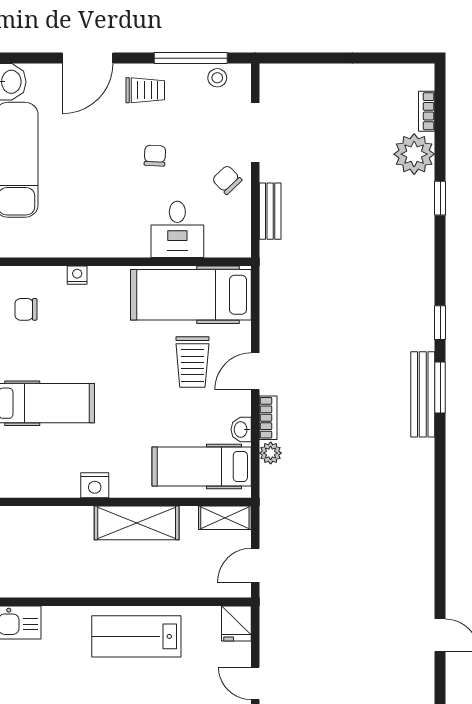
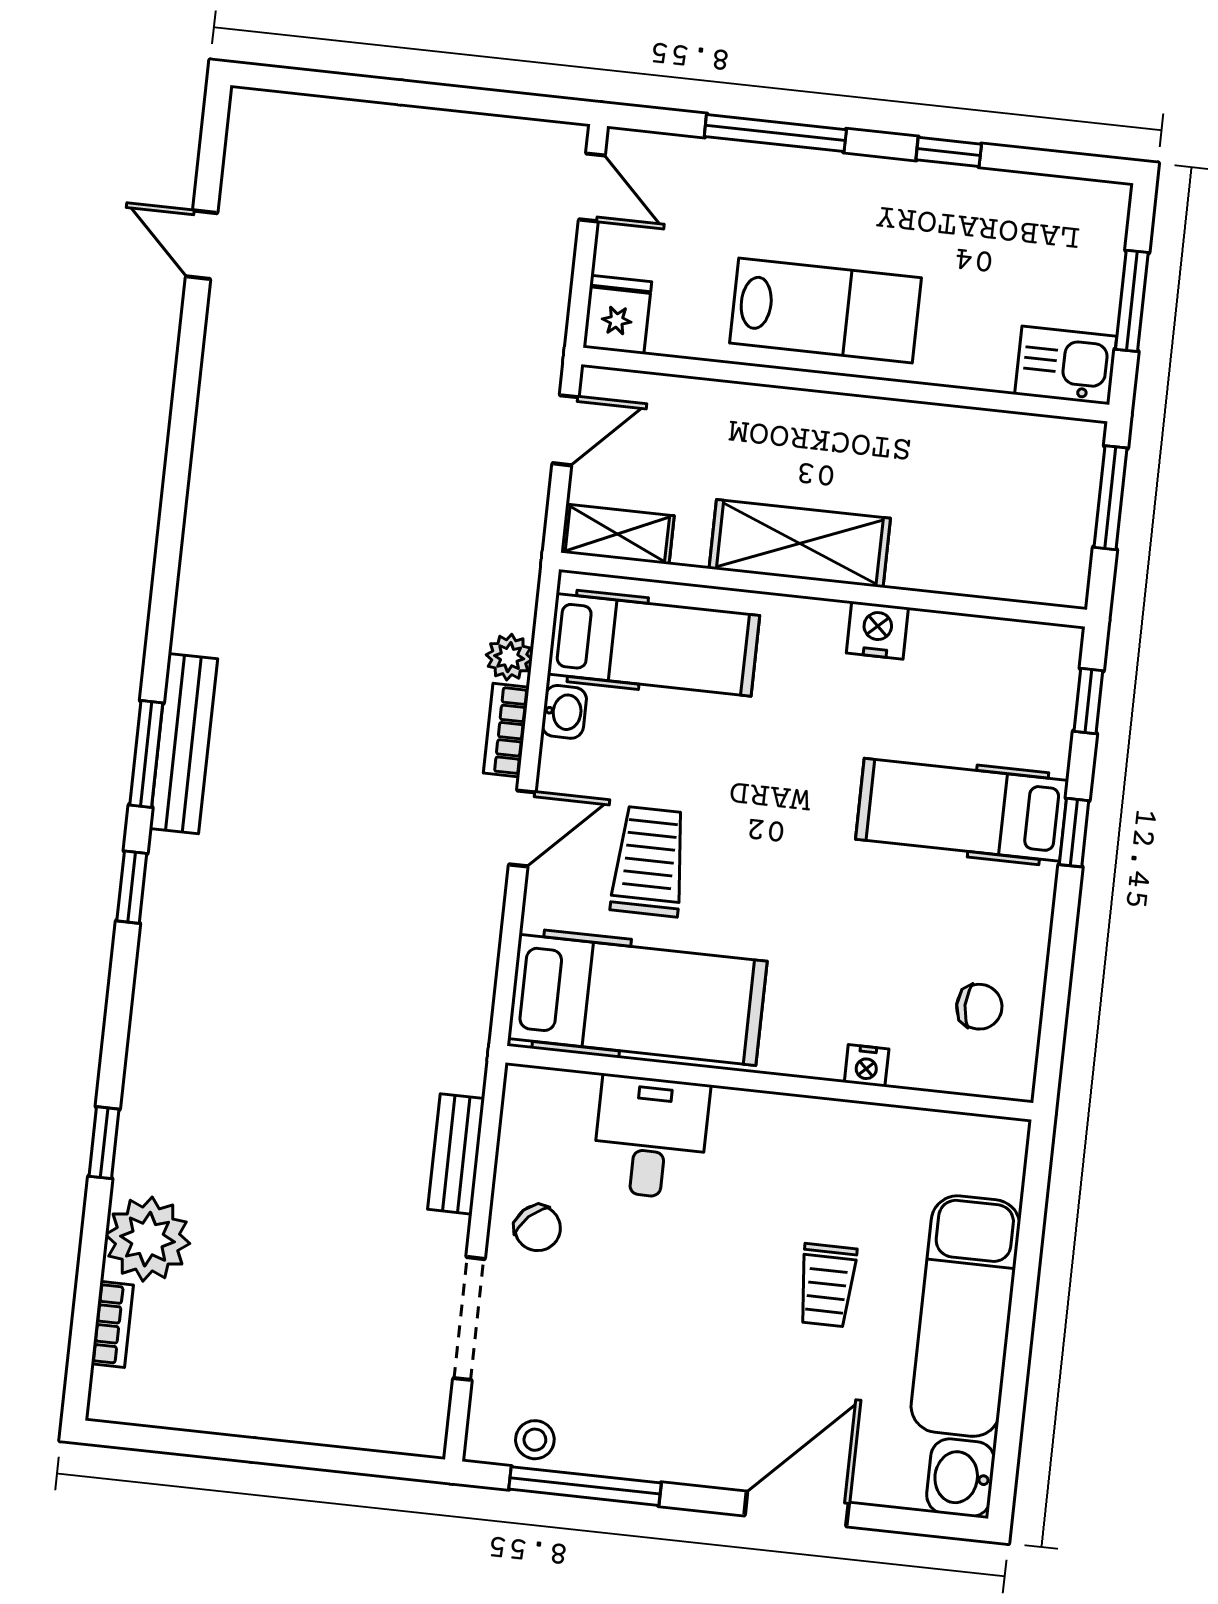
trolley: (145, 90) -> (827, 1285), moved, turned -90
chair: (155, 156) -> (680, 1294), removed

